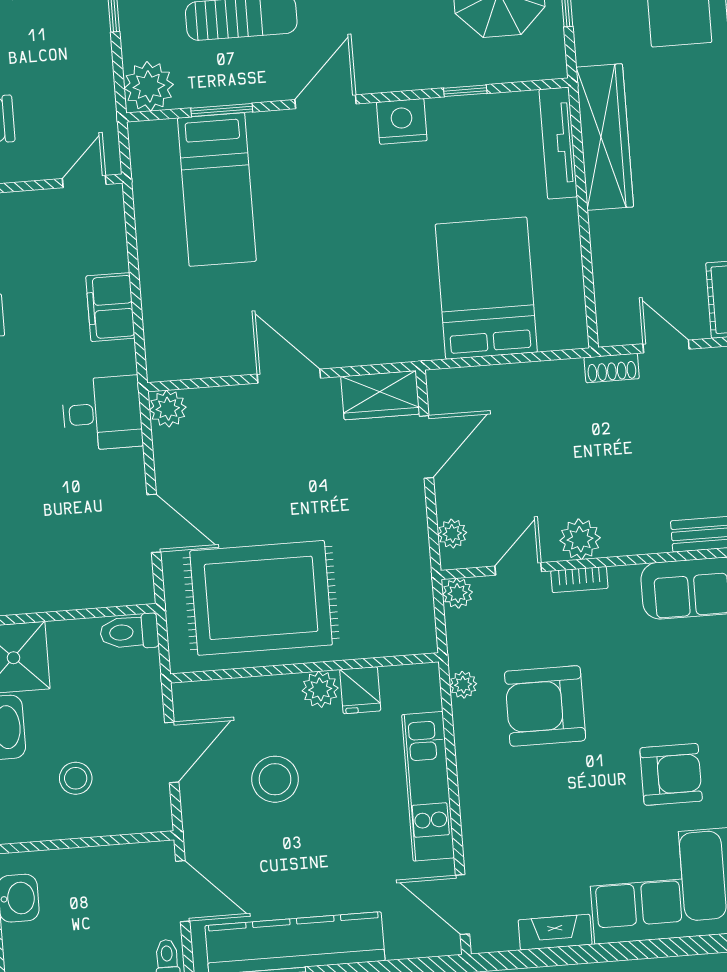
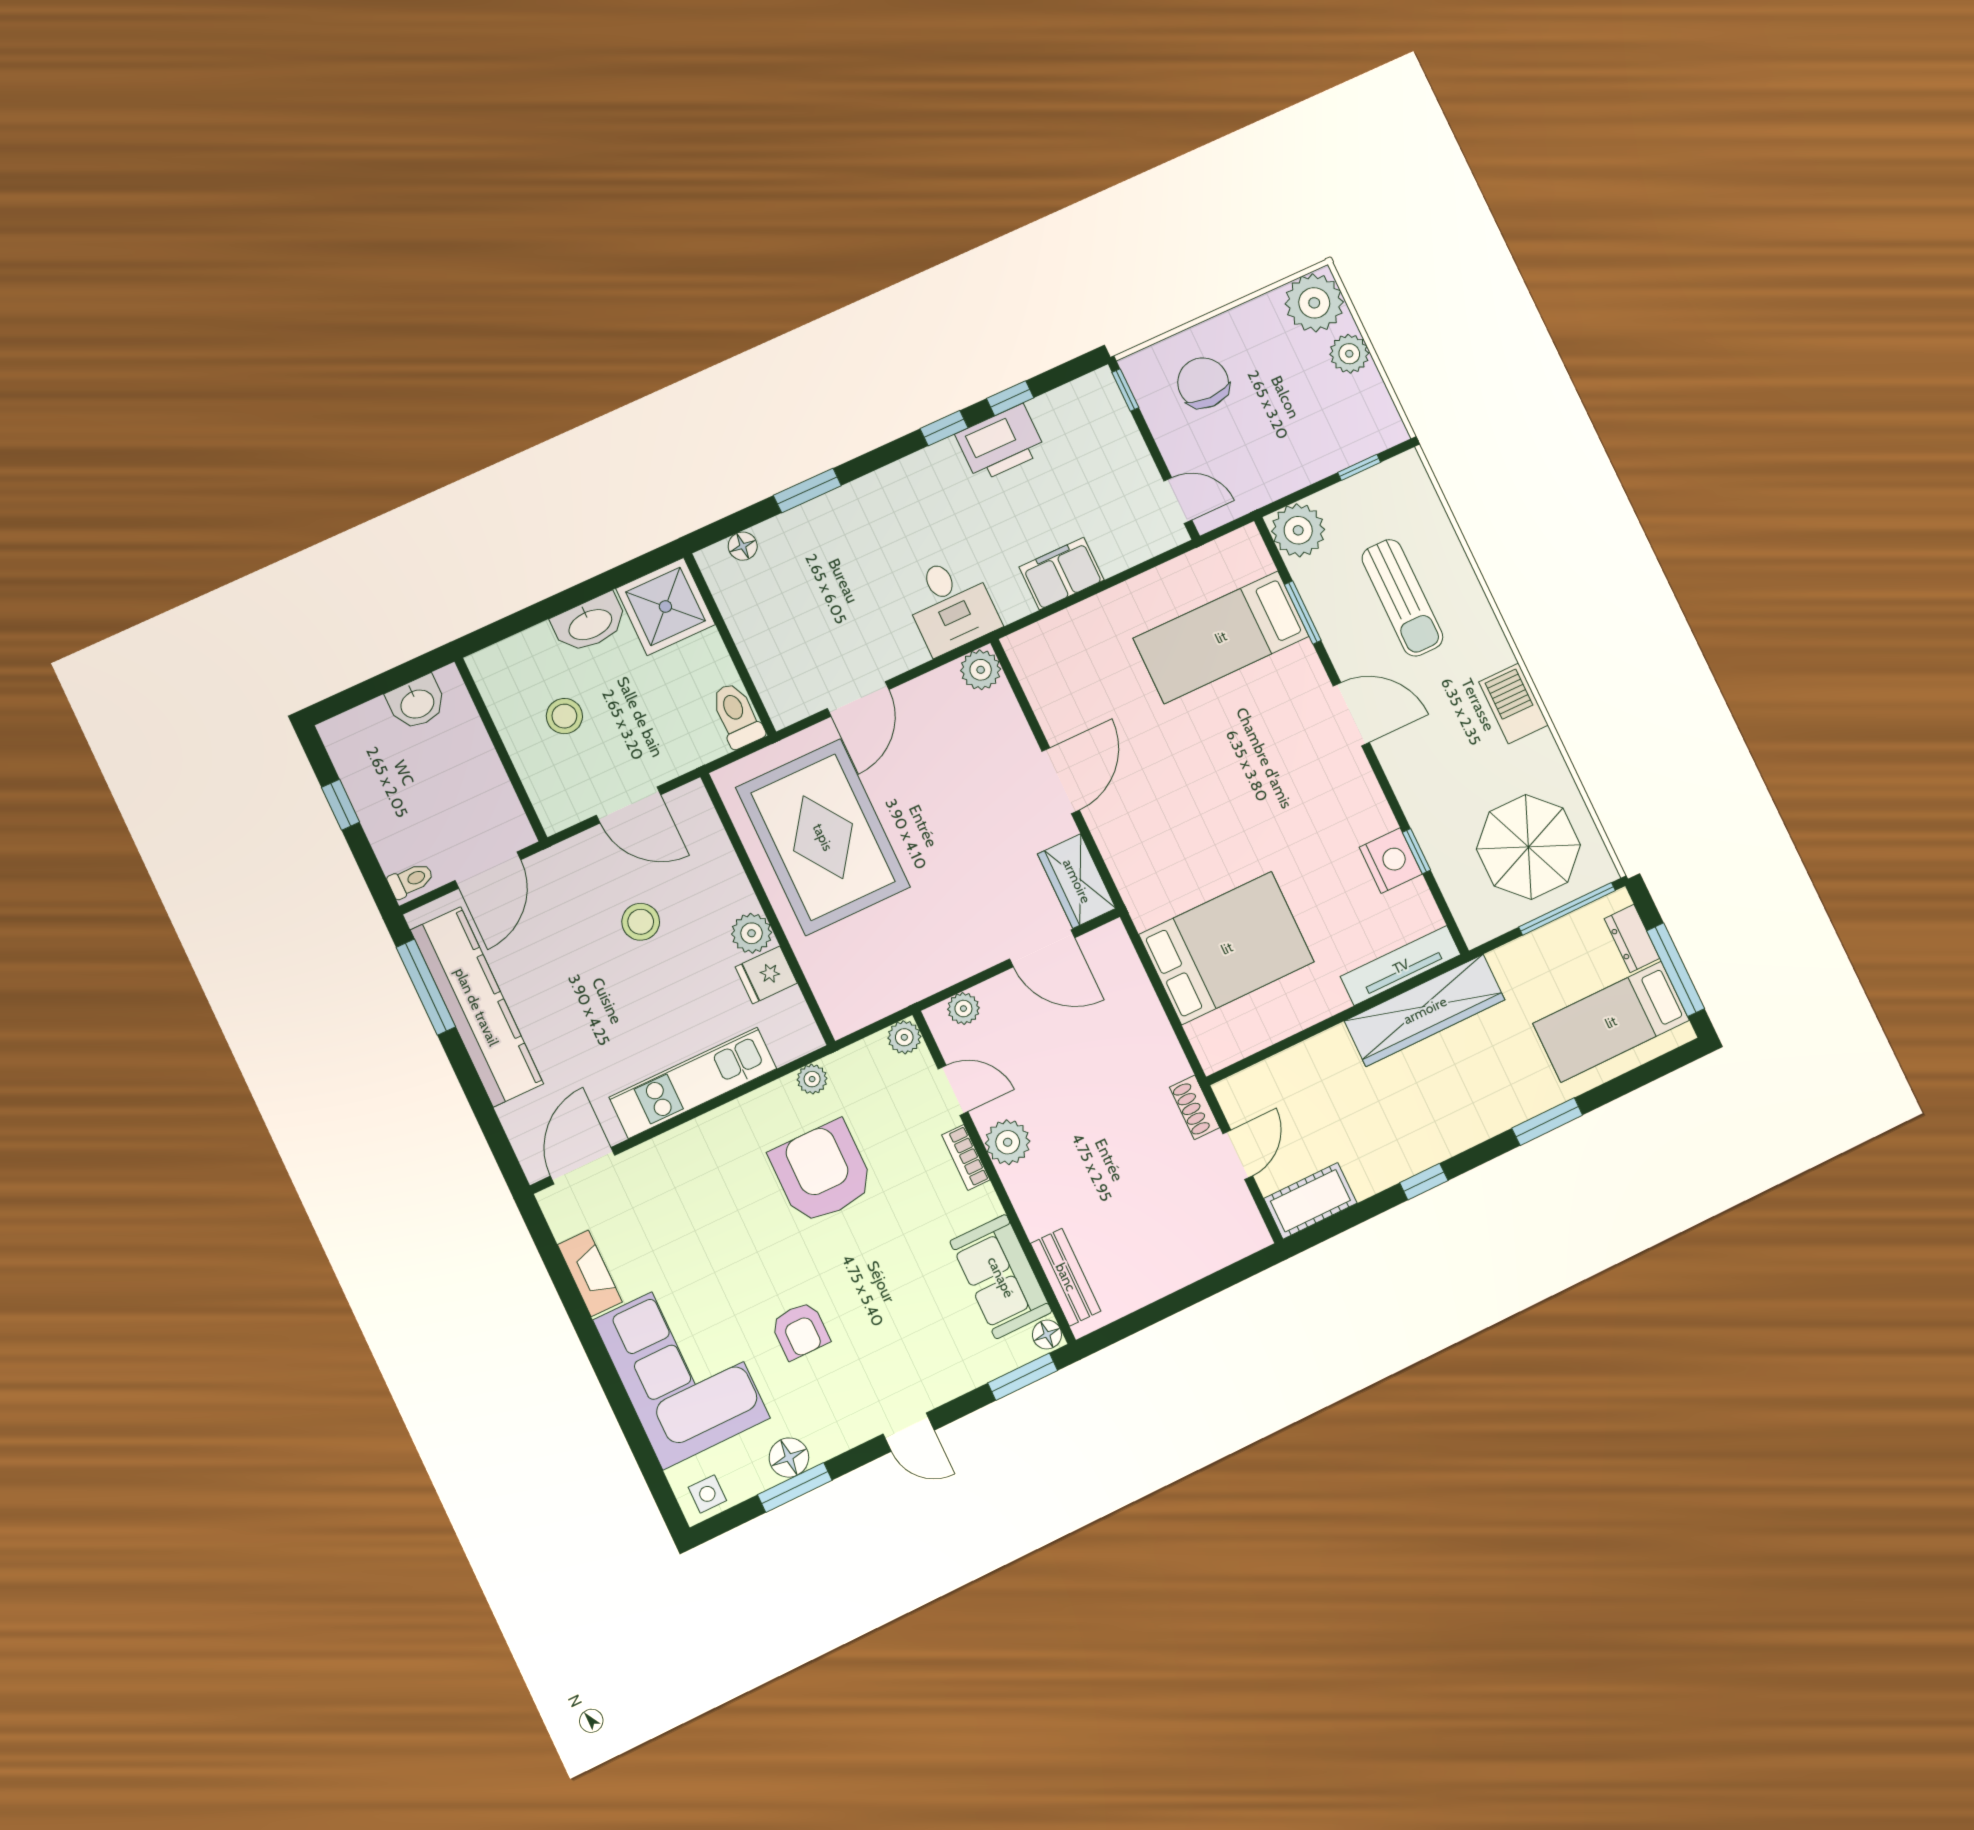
nightstand: (402, 121) -> (1391, 861), moved
armchair: (671, 774) -> (800, 1331), width x0.72, depth x0.72
stool: (275, 779) -> (641, 922), width x0.73, depth x0.73

